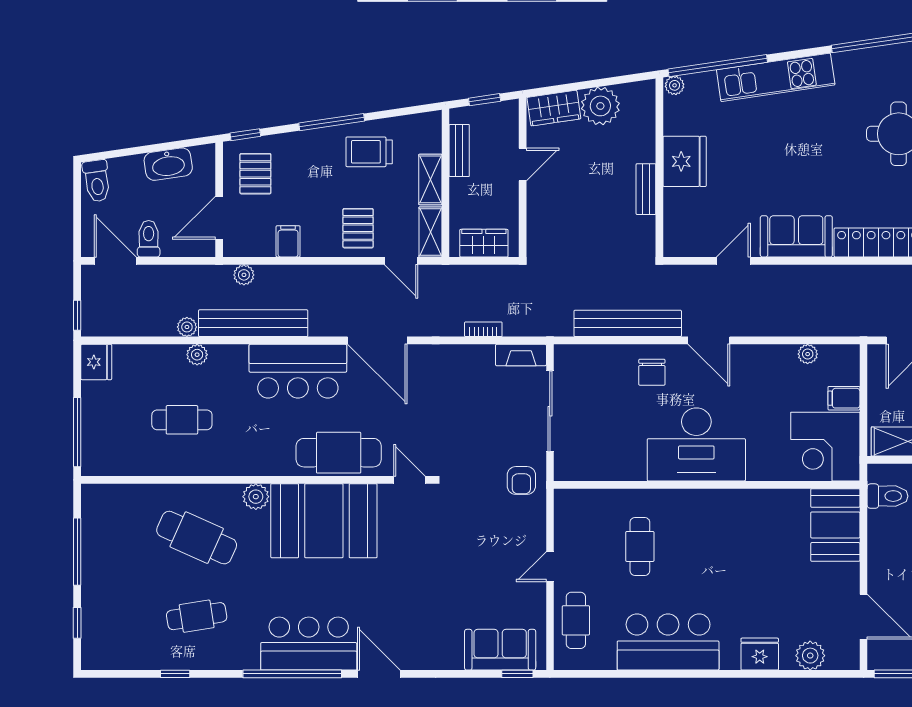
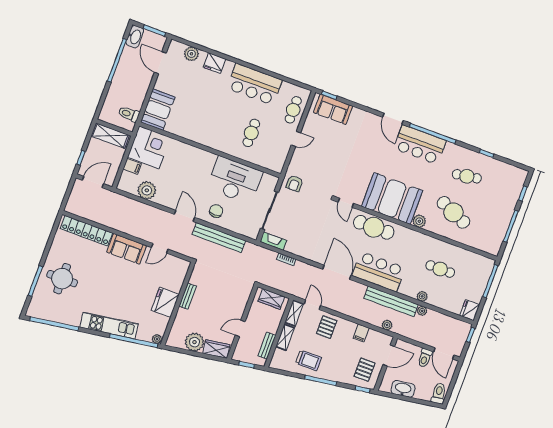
plant: (808, 354) -> (147, 190), width x1.88, depth x1.88
desk: (696, 444) -> (235, 180), moved
armchair: (521, 480) -> (294, 183), turned 180

